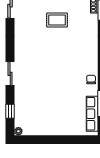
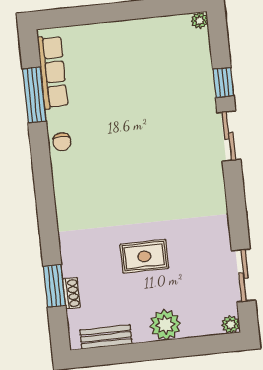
window: (10, 111) -> (223, 83), moved

